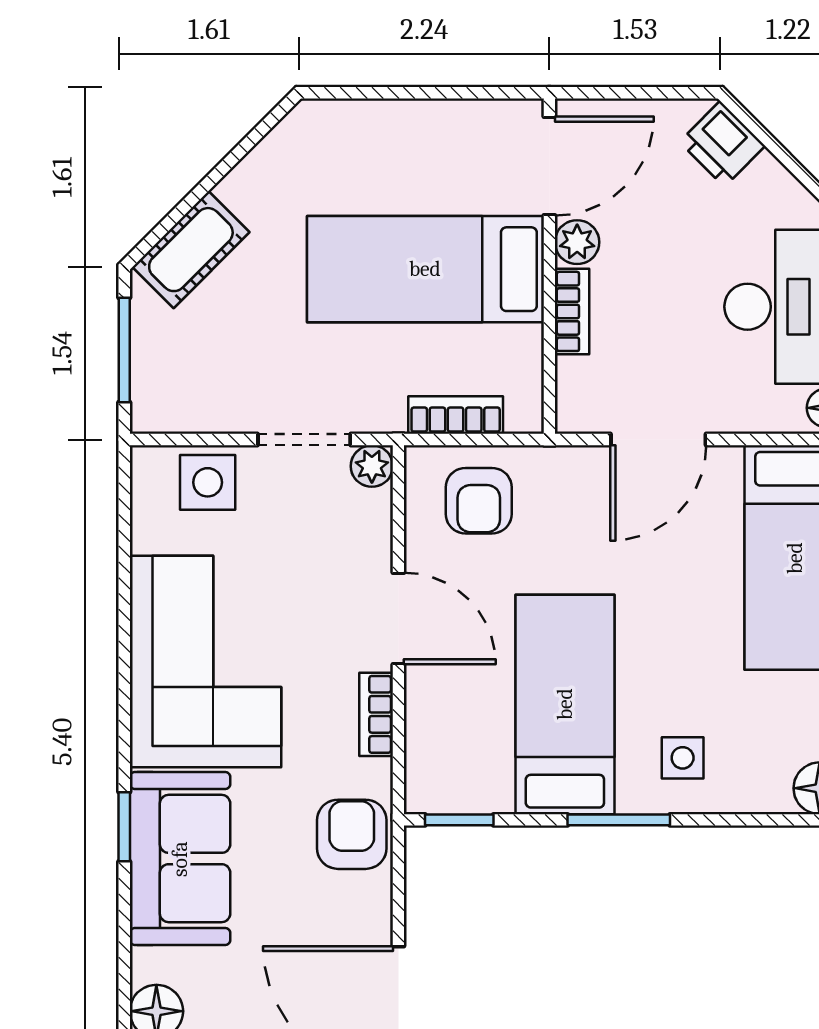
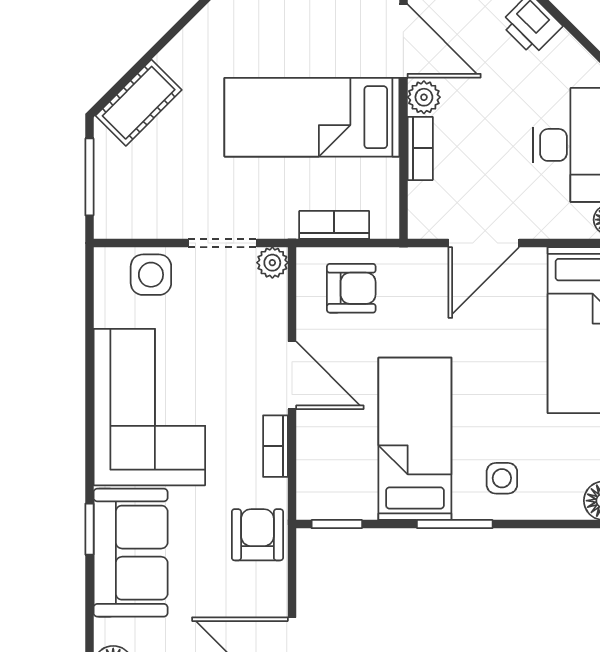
door: (549, 166) -> (403, 41), hinge flipped
armchair: (479, 501) -> (351, 288), turned -90

